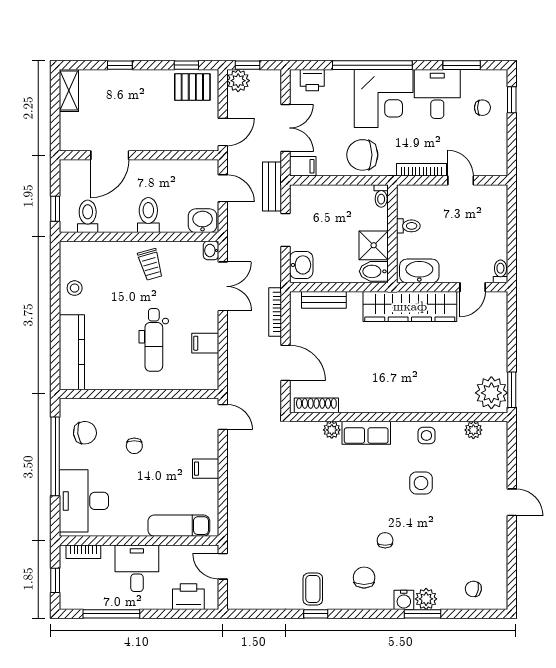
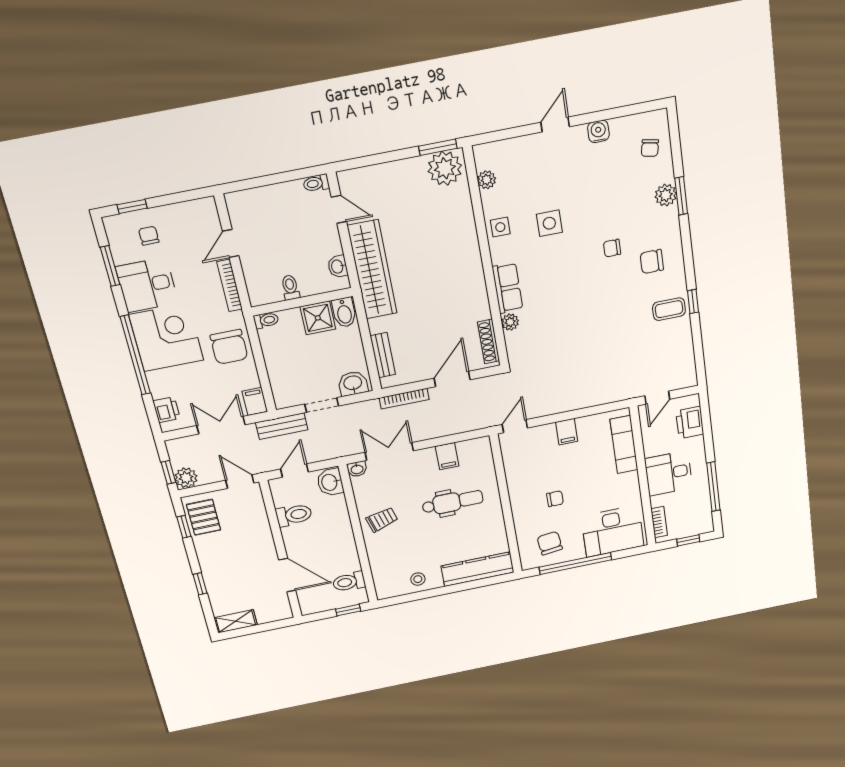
toilet: (148, 215) -> (294, 515), moved, turned 180
washbasin: (419, 271) -> (338, 267), width x0.52, depth x0.69
water cooler: (404, 600) -> (598, 131), moved, turned -90

